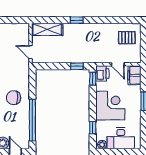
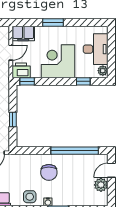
window: (77, 66) -> (13, 120), moved

